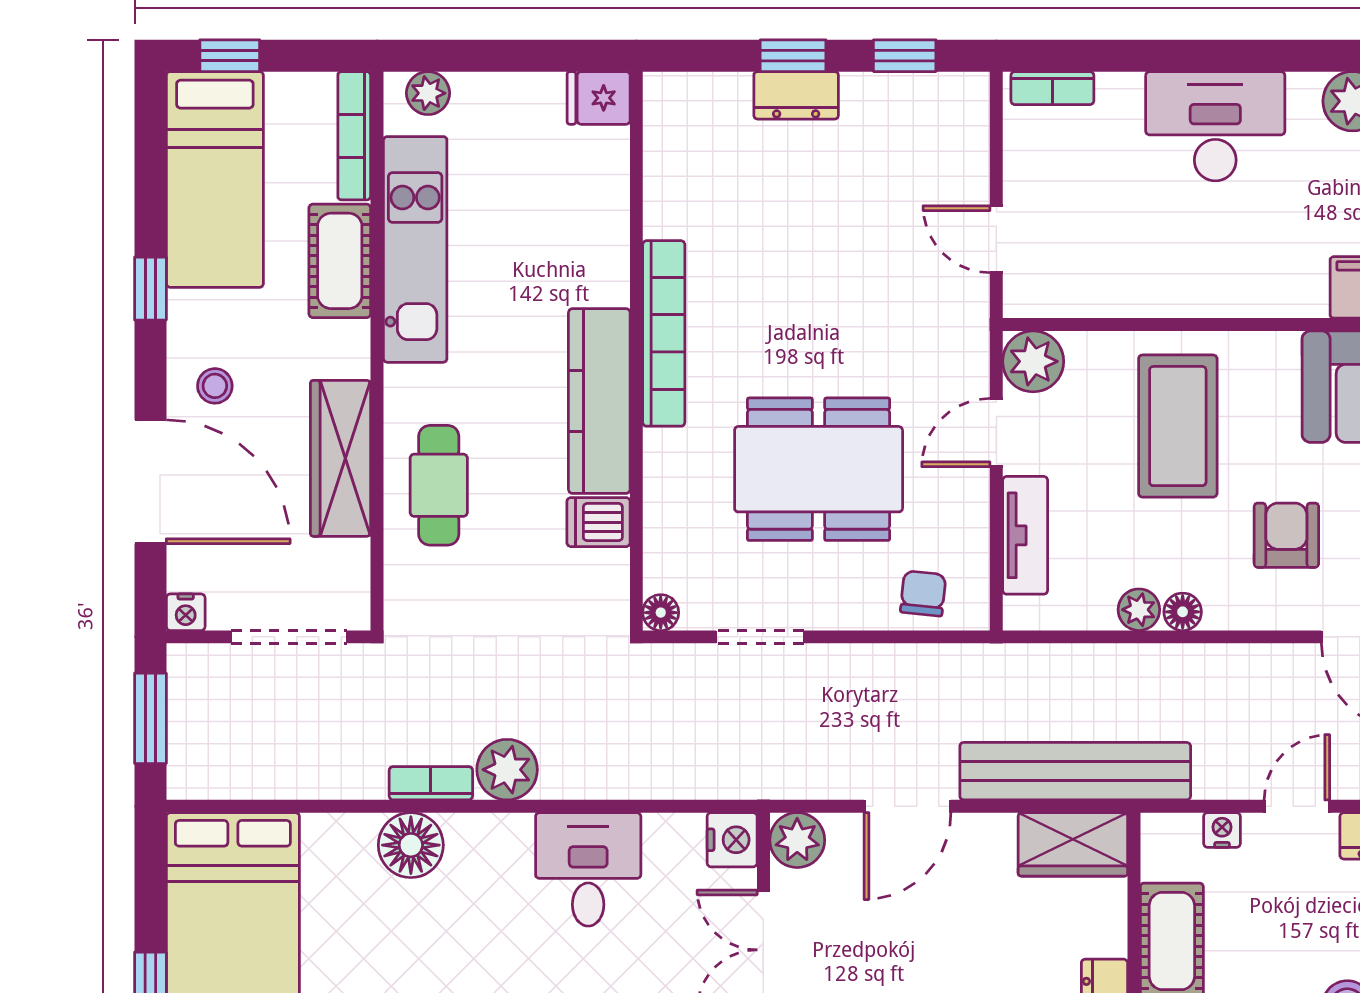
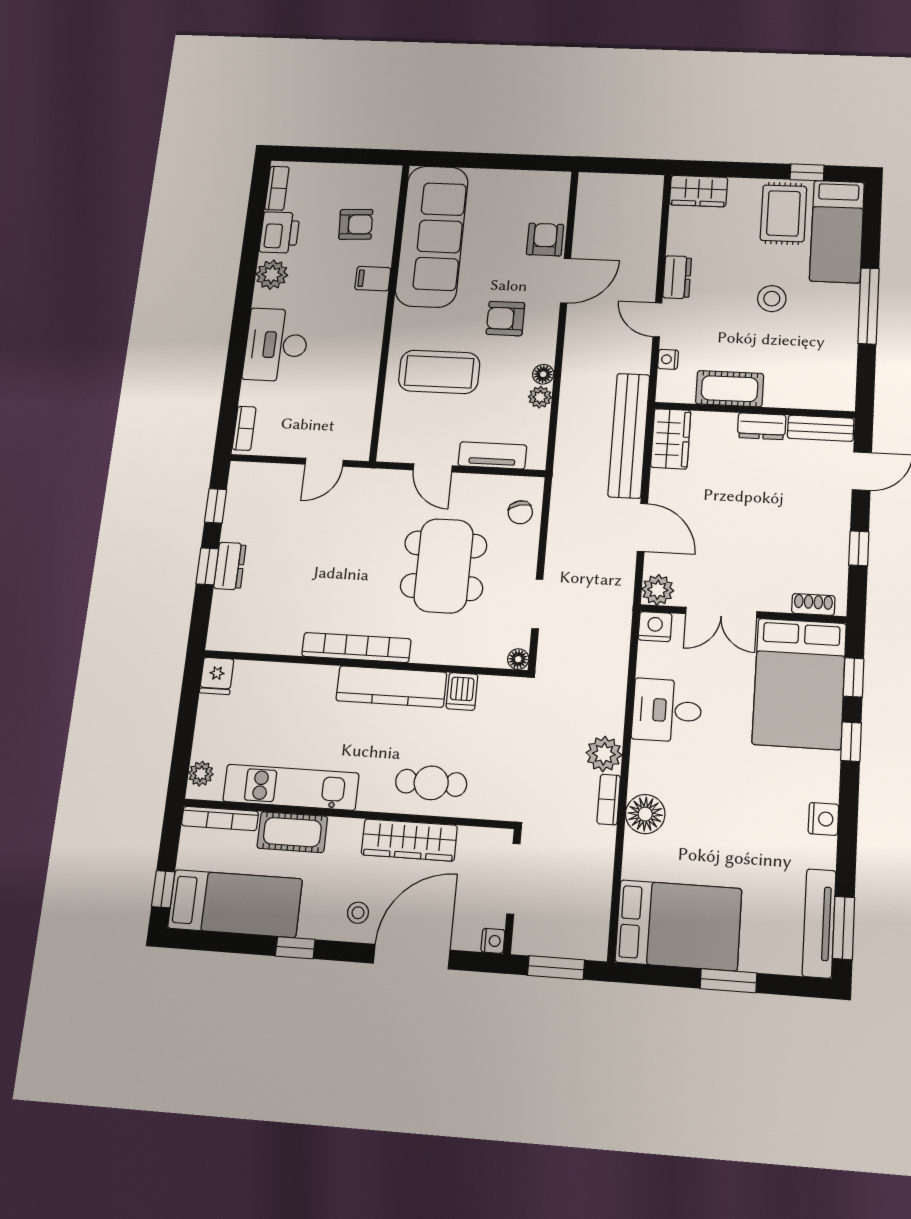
plant: (1033, 361) -> (395, 446), removed
chair: (923, 593) -> (520, 512), turned -111

